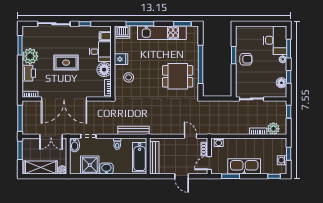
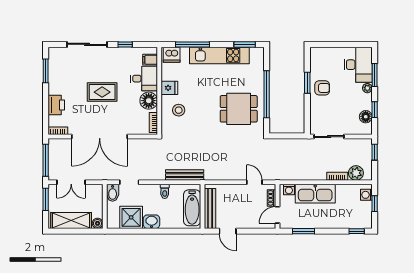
plant: (30, 56) -> (58, 84), removed
double door: (51, 136) -> (71, 182), moved
washing machine: (282, 160) -> (366, 195), moved
kitchen sink: (244, 166) -> (315, 194), moved, turned 180
door: (182, 176) -> (228, 231), moved

